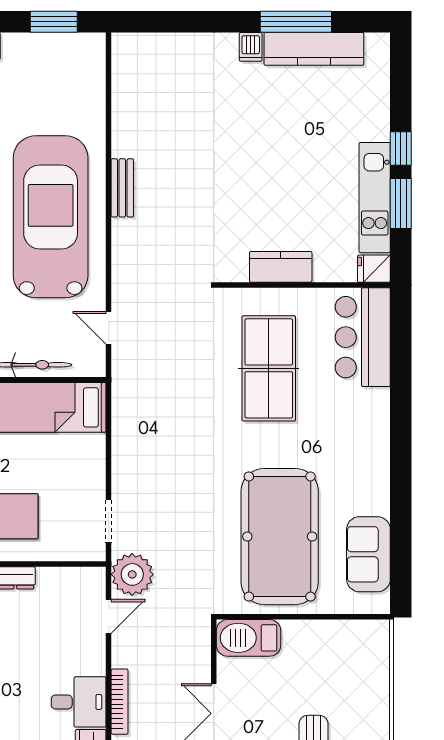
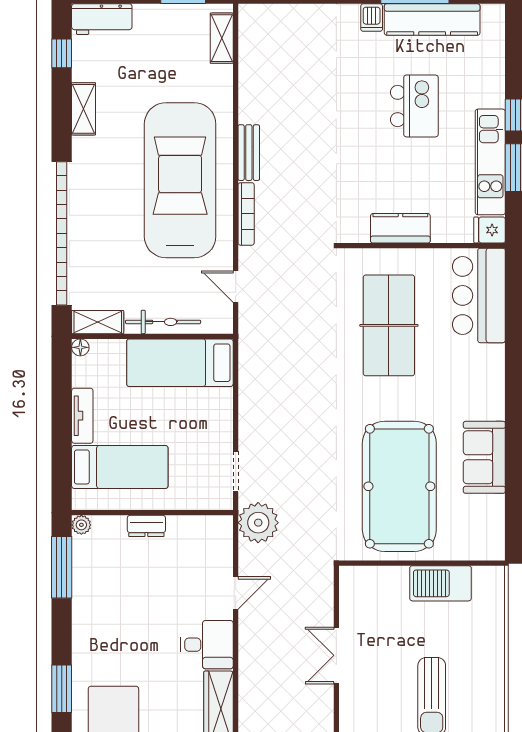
shelving: (94, 68) -> (222, 38), added
kitchen island: (295, 139) -> (414, 106), added
sofa: (368, 554) -> (484, 457), moved
door: (109, 616) -> (236, 593), moved
barbecue: (249, 638) -> (441, 583), moved
bookcase: (120, 702) -> (246, 214), moved

